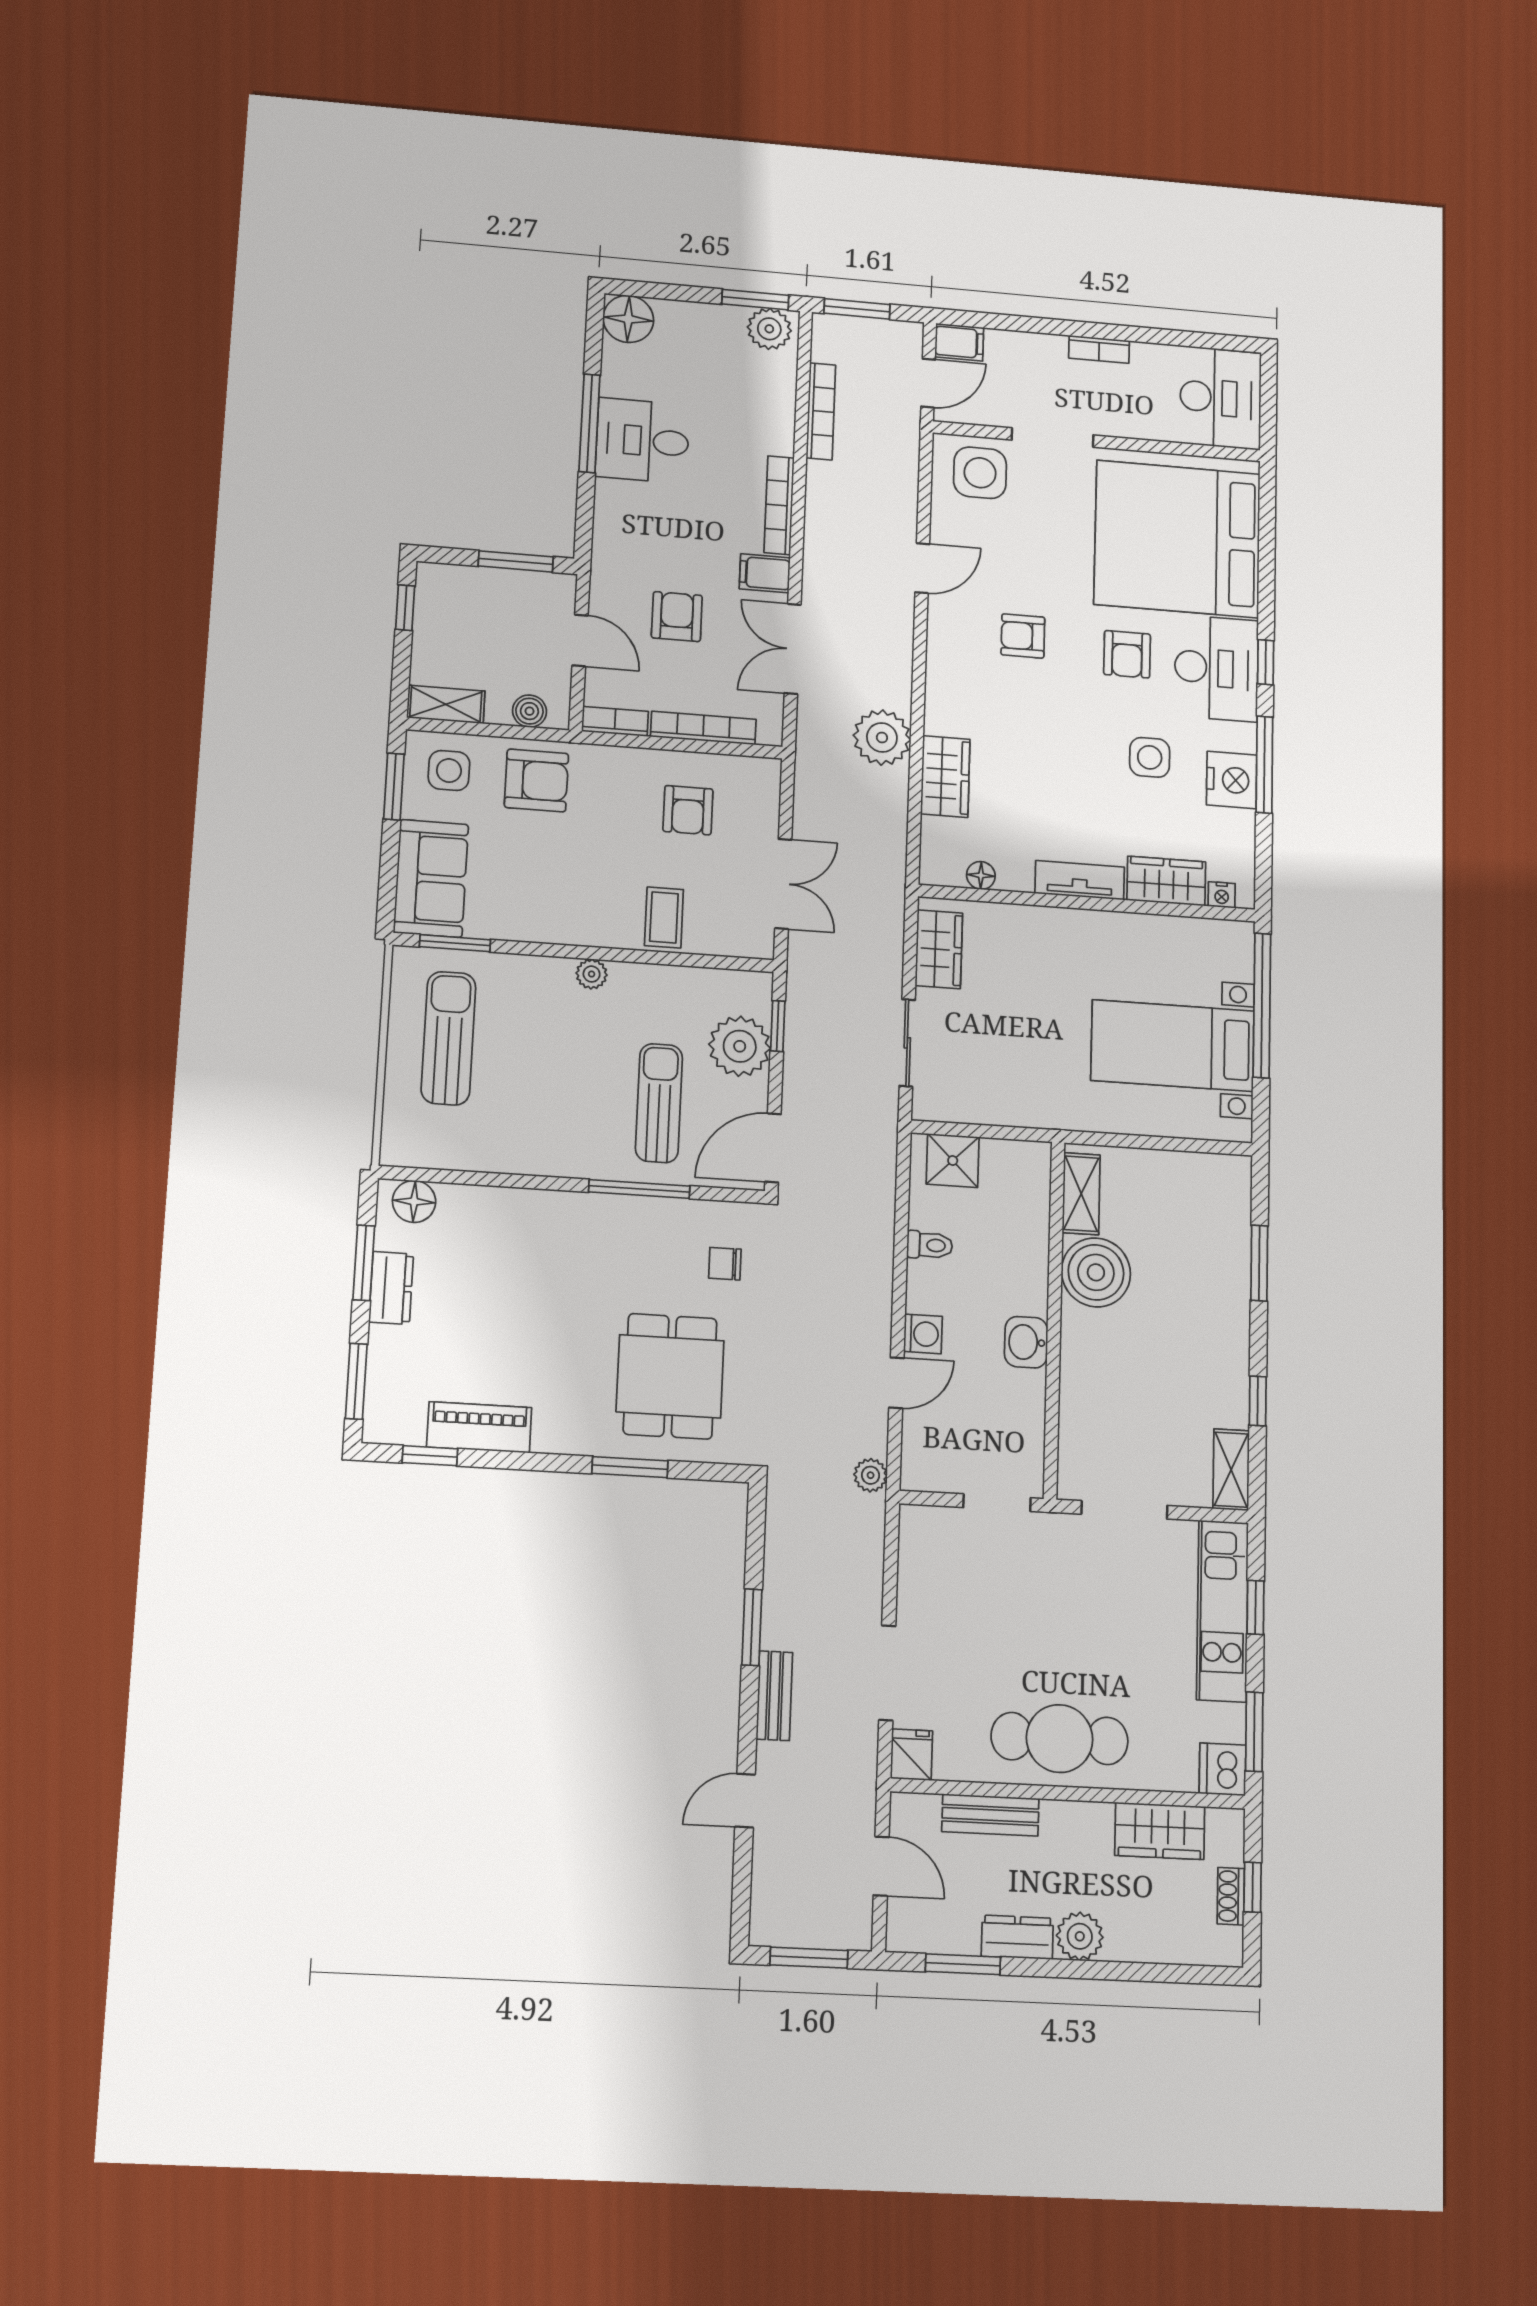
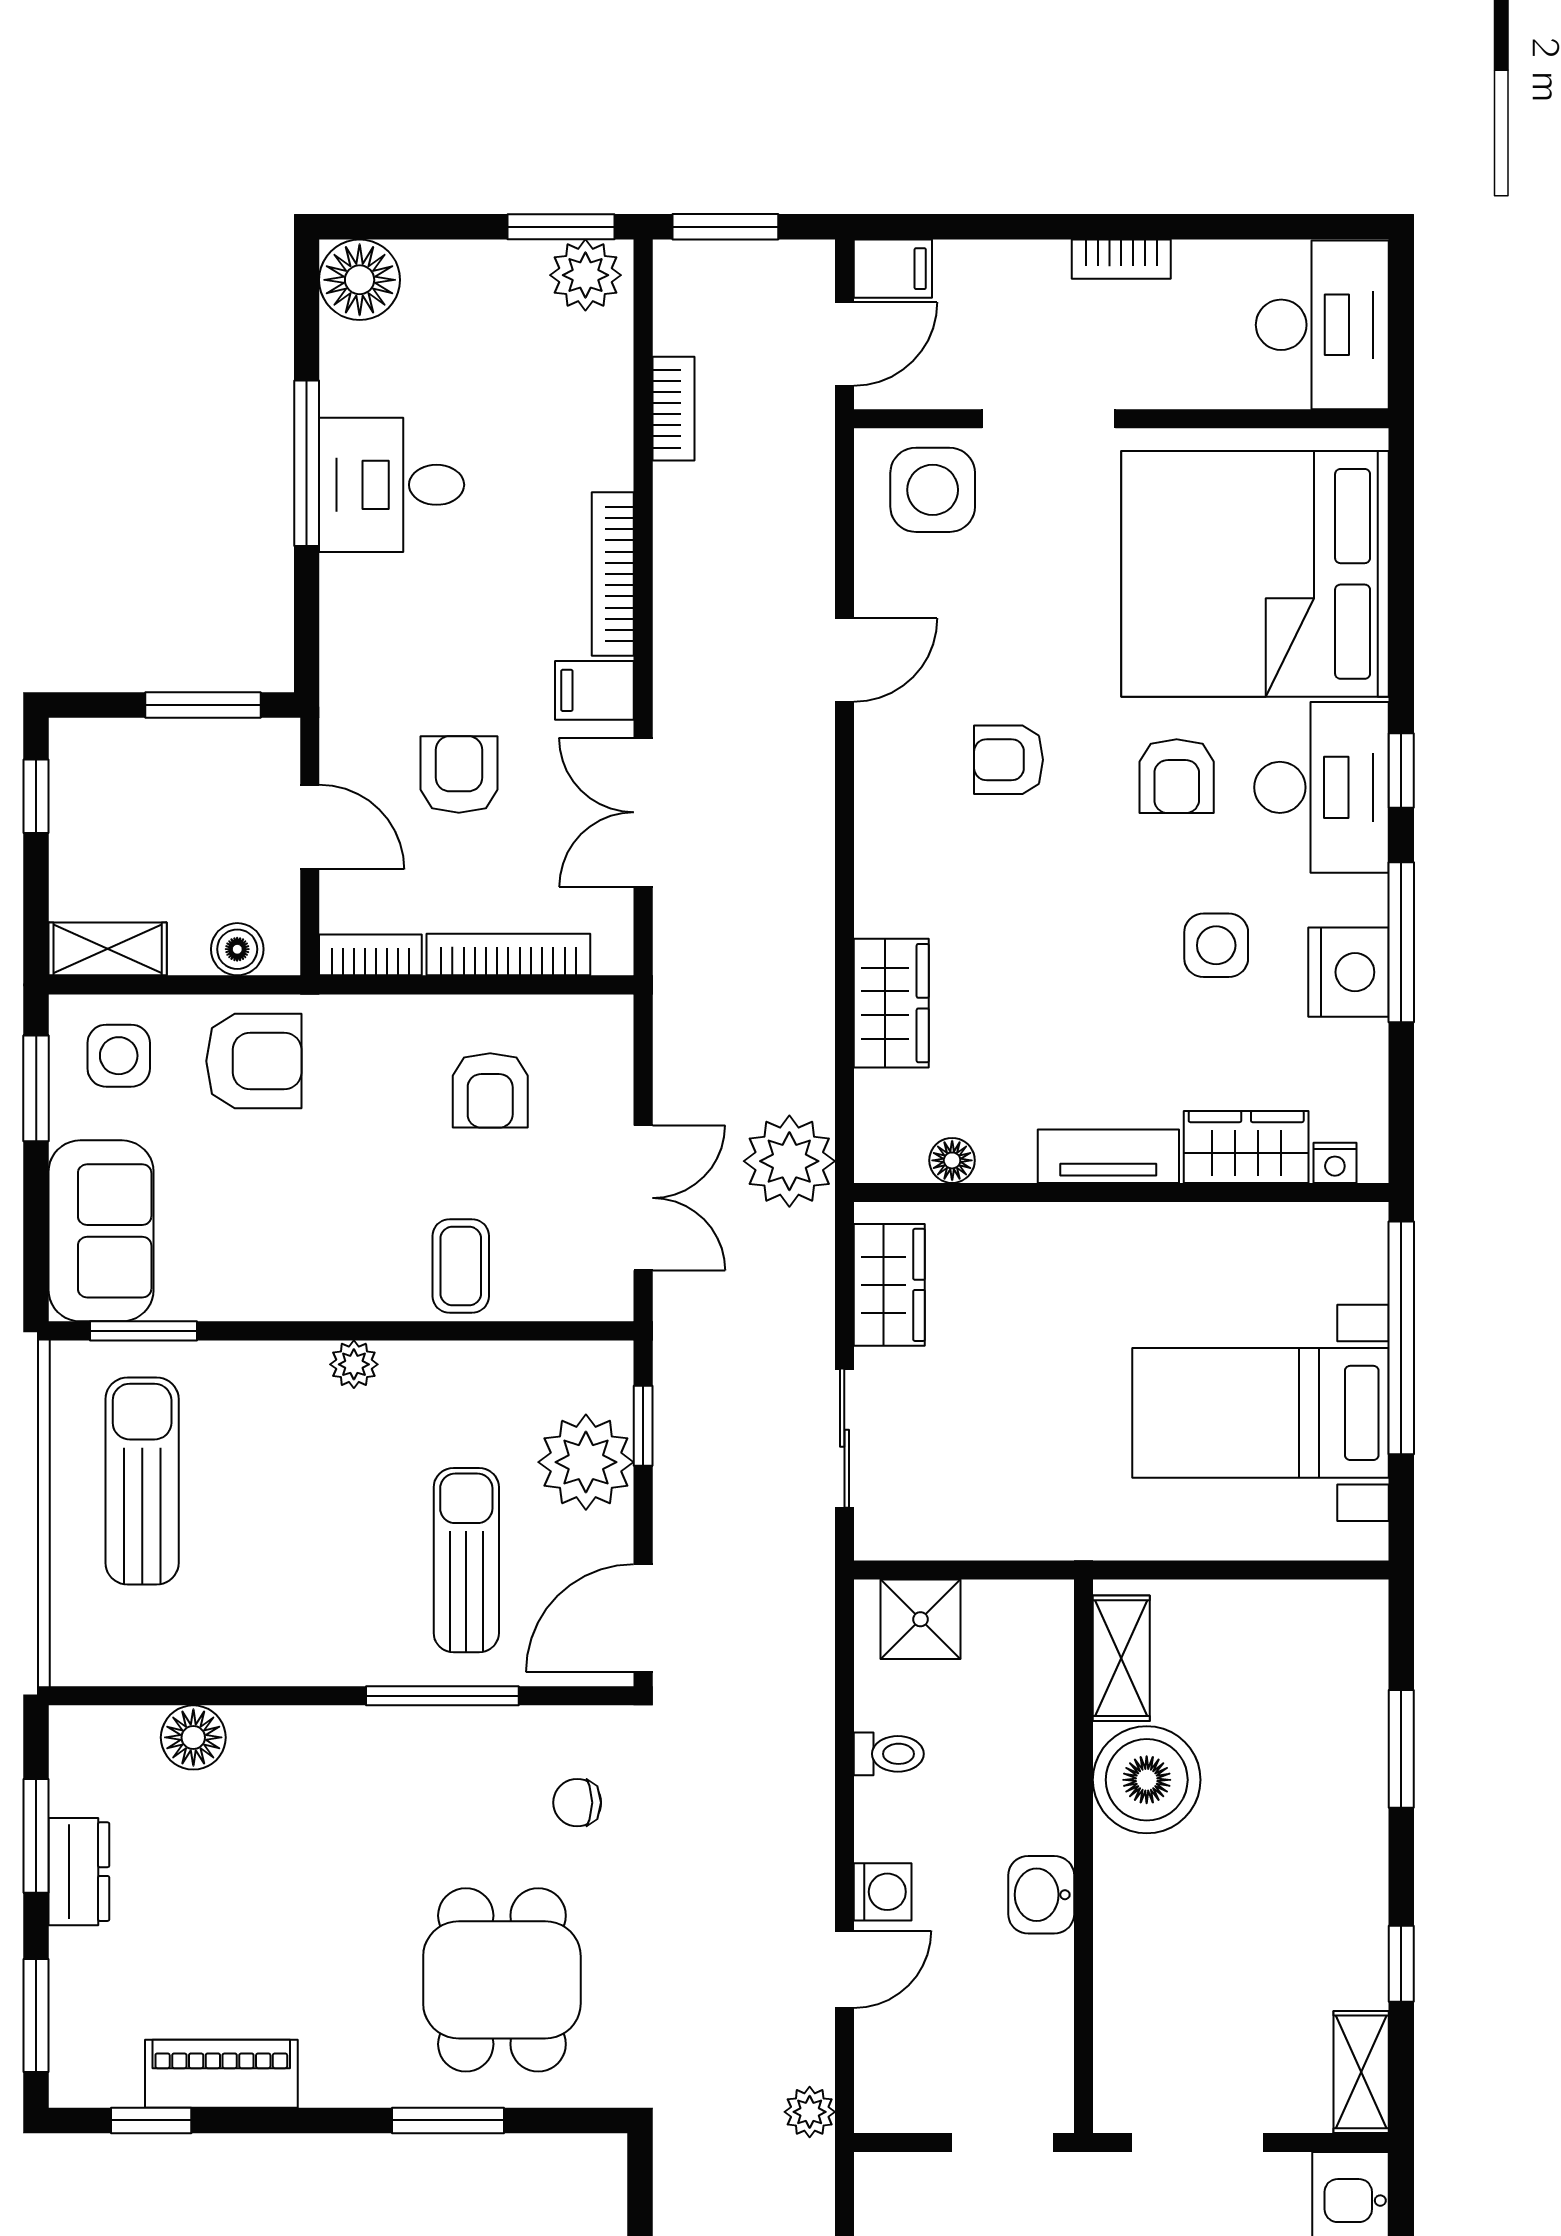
bookcase: (821, 411) -> (673, 409), width x0.64
plant: (882, 738) -> (789, 1161), moved
floor lamp: (414, 1201) -> (193, 1737), moved

